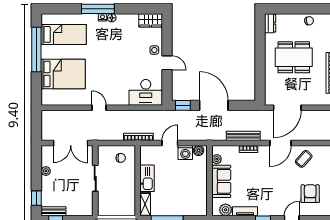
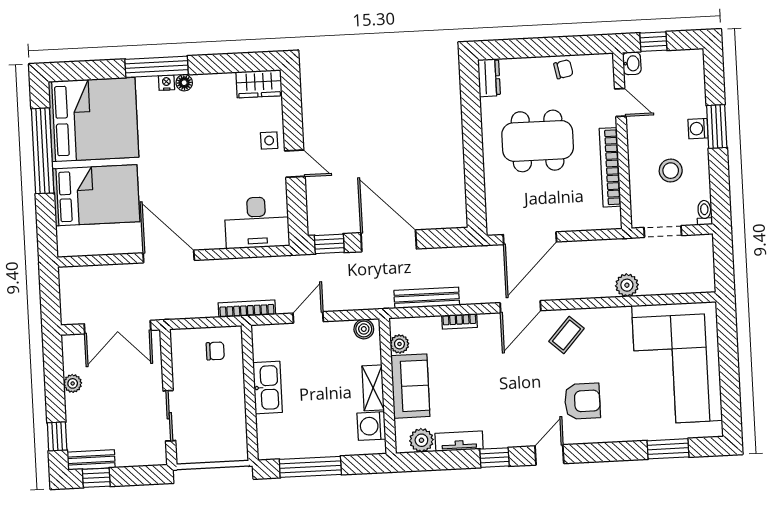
bed: (64, 34) -> (94, 119), width x2.04
door: (99, 108) -> (169, 257), width x1.88
bench: (243, 136) -> (427, 298), moved
washing machine: (185, 152) -> (371, 426), moved, turned 90
sliding door: (95, 178) -> (169, 416), moved
armchair: (310, 194) -> (582, 401), turned 90
shelving: (145, 204) -> (373, 388), moved

